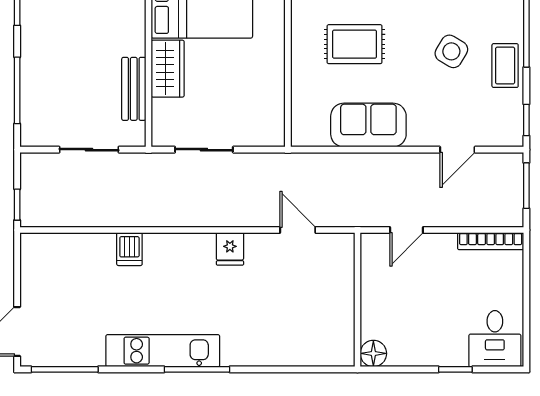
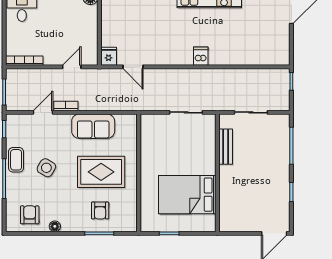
rug: (355, 44) -> (101, 172), width x1.36, depth x1.43
wardrobe: (168, 69) -> (207, 158), removed
bookcase: (417, 161) -> (66, 106), added
dishwasher: (129, 249) -> (201, 56), moved
fridge: (230, 249) -> (109, 56), moved

